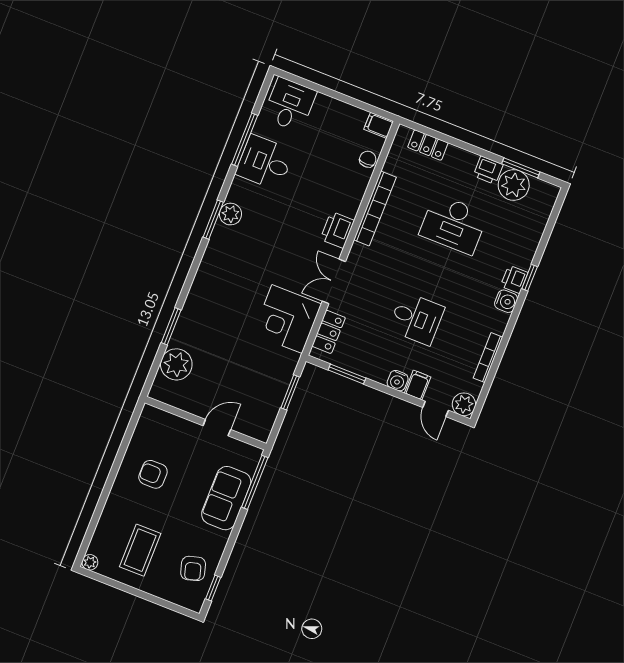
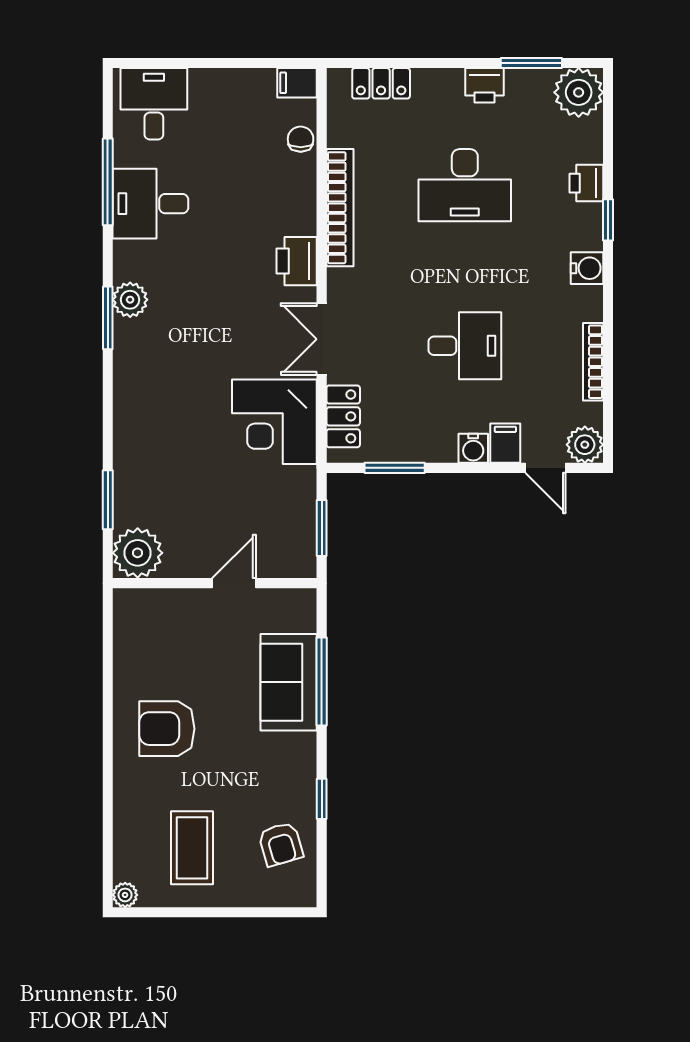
plant: (514, 185) -> (579, 92), moved
printer: (514, 279) -> (586, 183), moved
wall: (206, 423) -> (215, 583), moved
door: (217, 428) -> (234, 583), moved
armchair: (153, 474) -> (167, 729), width x1.38, depth x1.38
sofa: (226, 498) -> (289, 682), moved
window: (213, 588) -> (322, 799), moved

